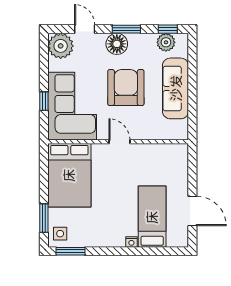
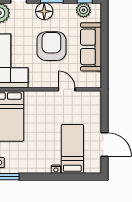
door: (119, 142) -> (67, 89), moved

